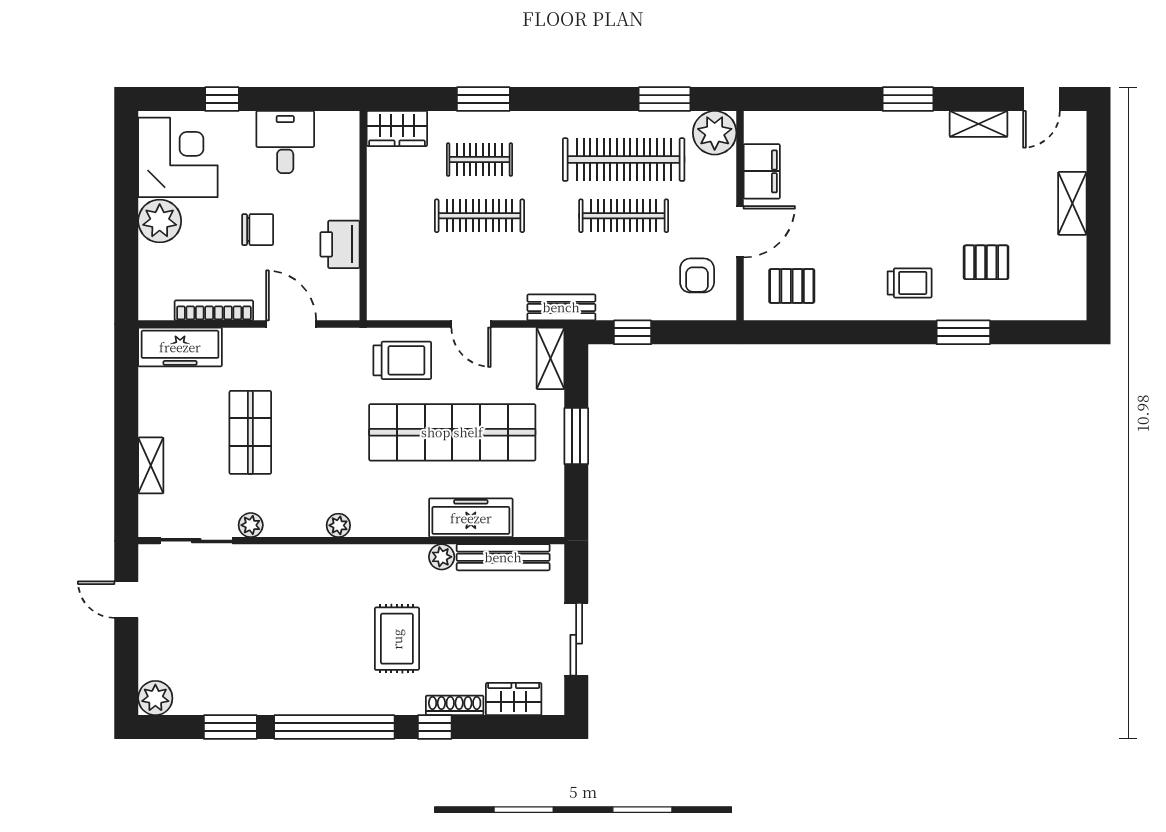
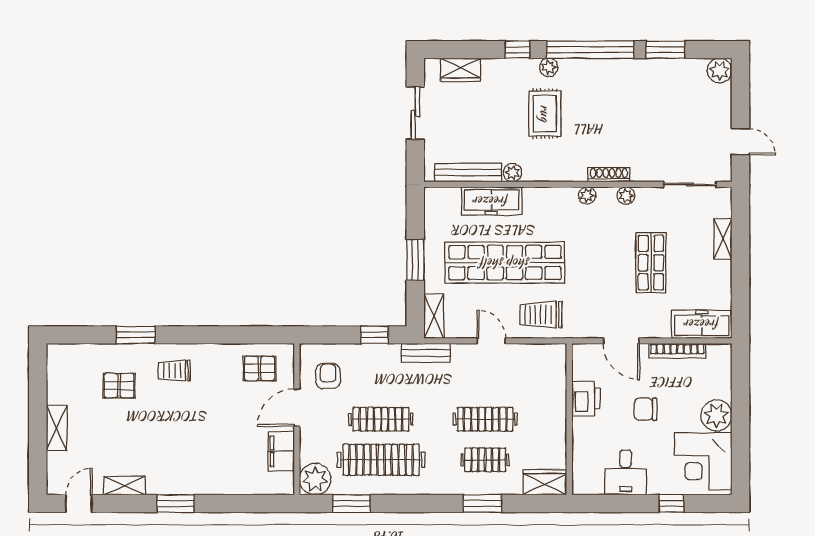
plant: (251, 525) -> (626, 196), moved
plant: (392, 702) -> (549, 67), added
shoe rack: (455, 705) -> (609, 175), moved, turned 180

